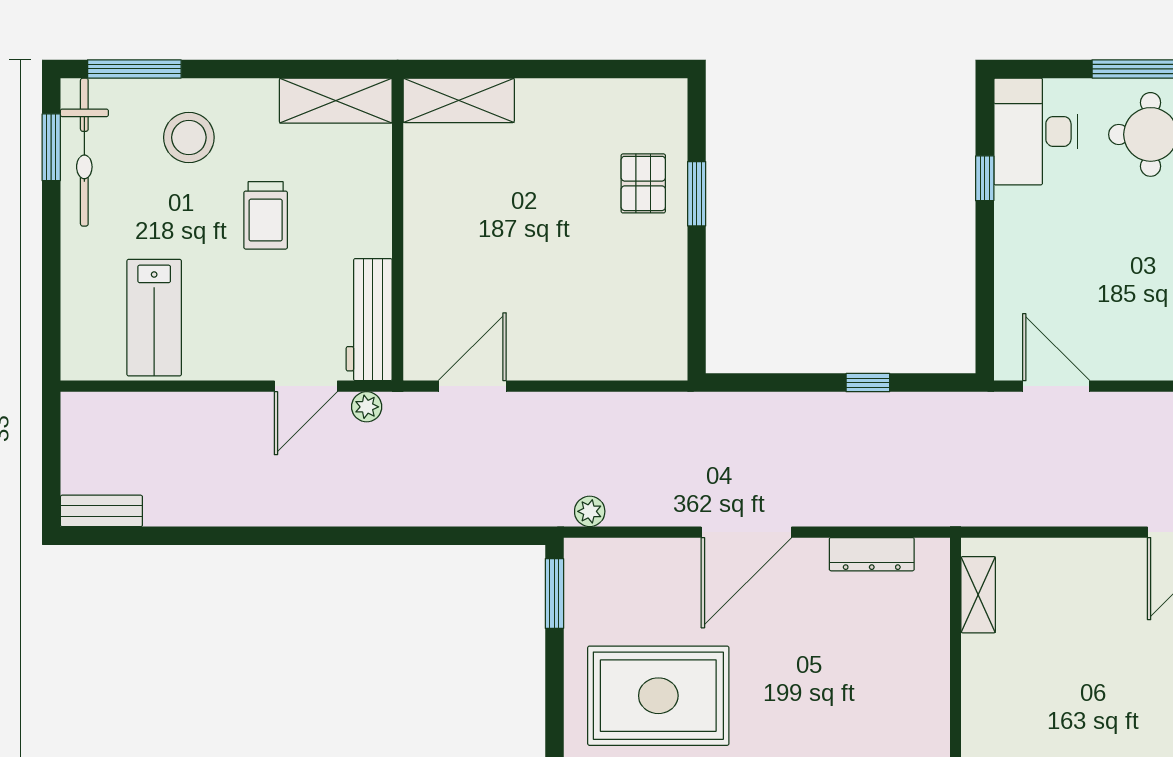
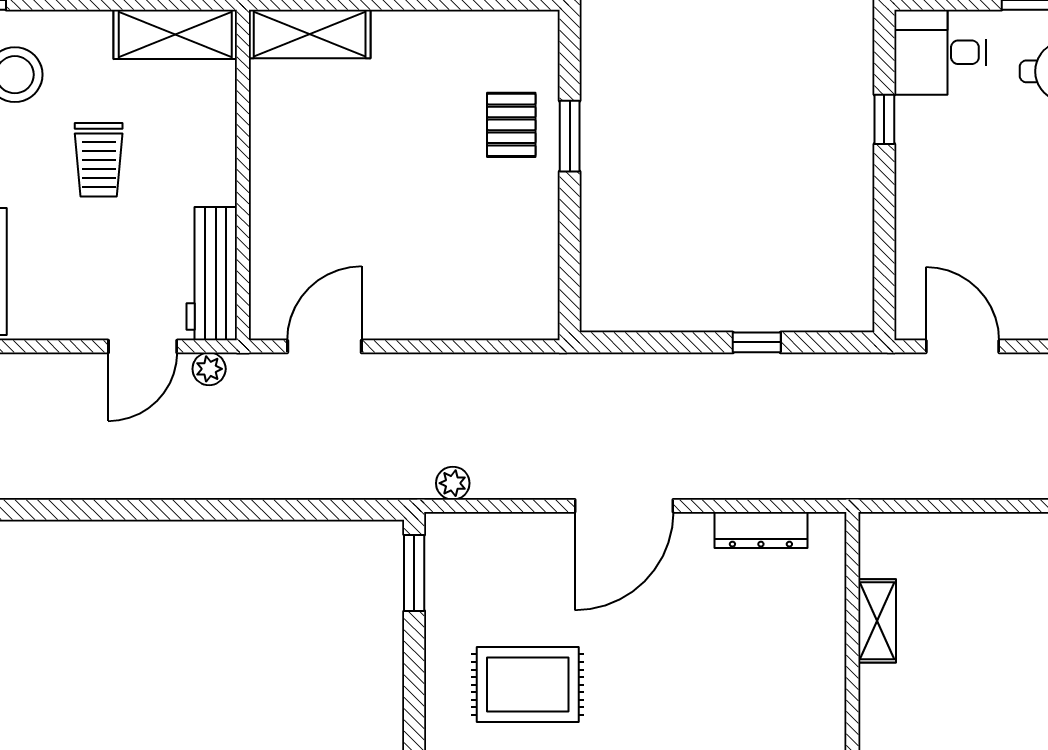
desk: (1036, 131) -> (940, 52), width x0.73
shelving: (978, 595) -> (877, 621), moved
rug: (658, 696) -> (528, 685), width x0.73, depth x0.69

